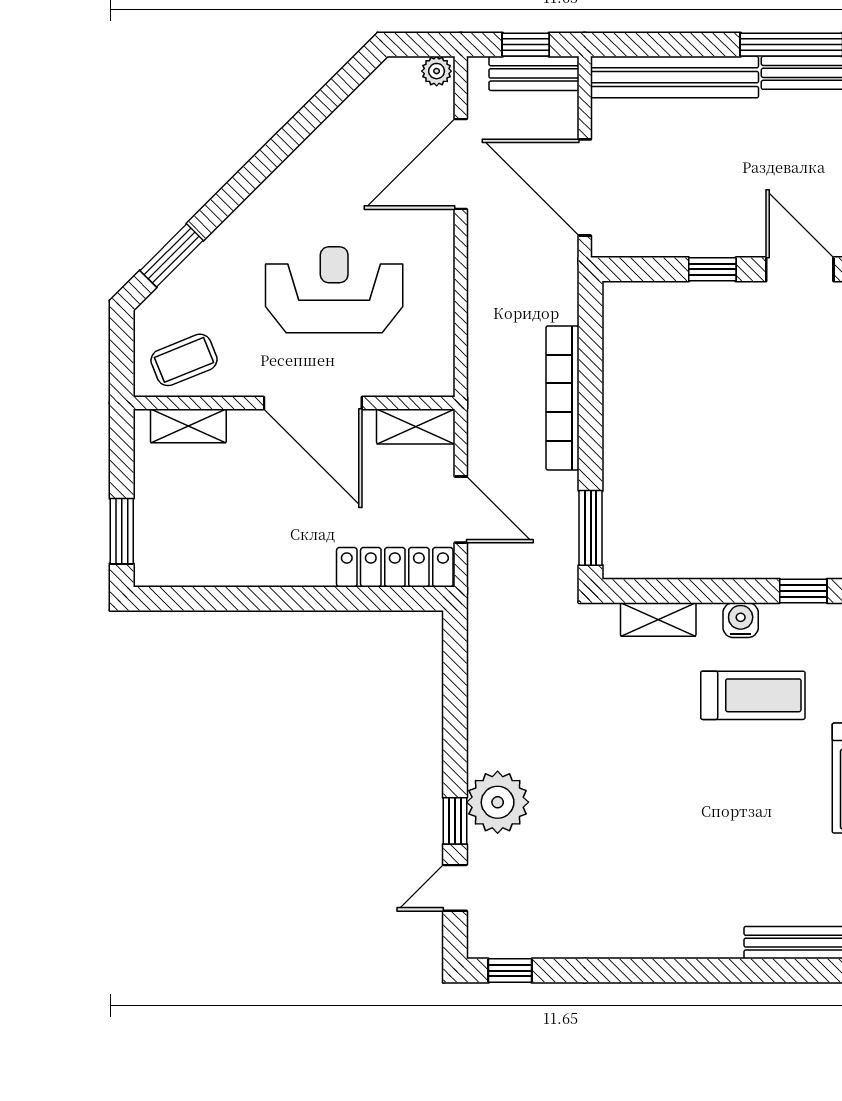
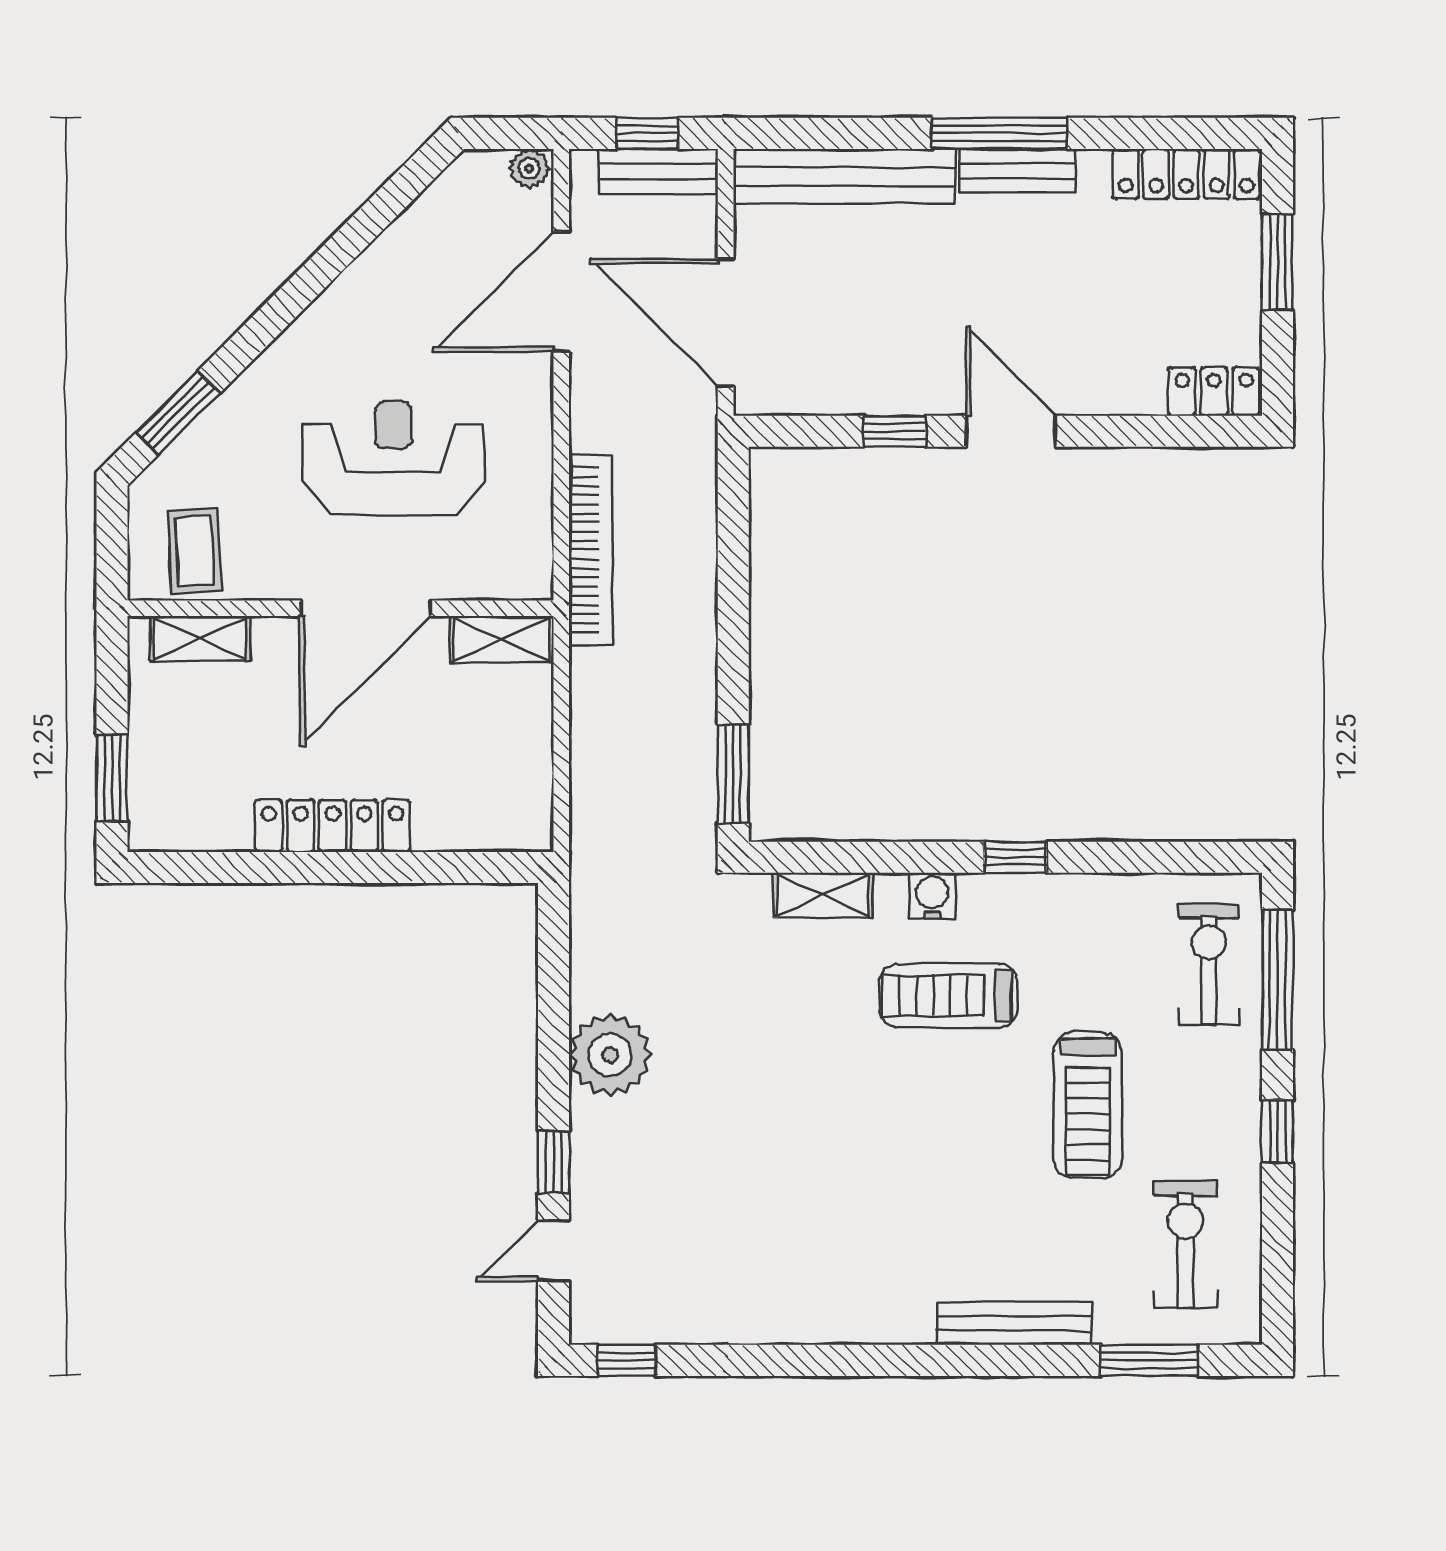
coffee table: (184, 360) -> (195, 551), turned -71
bookcase: (563, 398) -> (591, 550), moved, turned 180
door: (313, 403) -> (365, 608), hinge flipped
door: (461, 510) -> (561, 749), removed
locker: (395, 567) -> (333, 826), moved
treadmill: (753, 695) -> (948, 996), turned 180
plant: (498, 802) -> (610, 1055), moved

